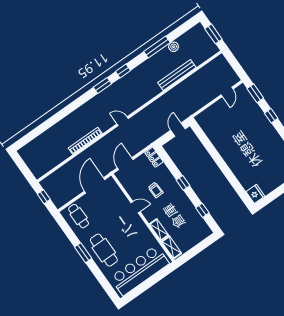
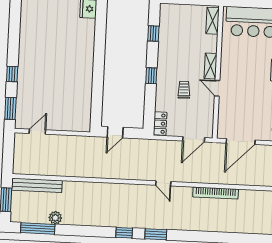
window: (157, 47) -> (38, 229), moved
bench: (177, 75) -> (37, 185), moved
shelving: (159, 230) -> (210, 66), moved

